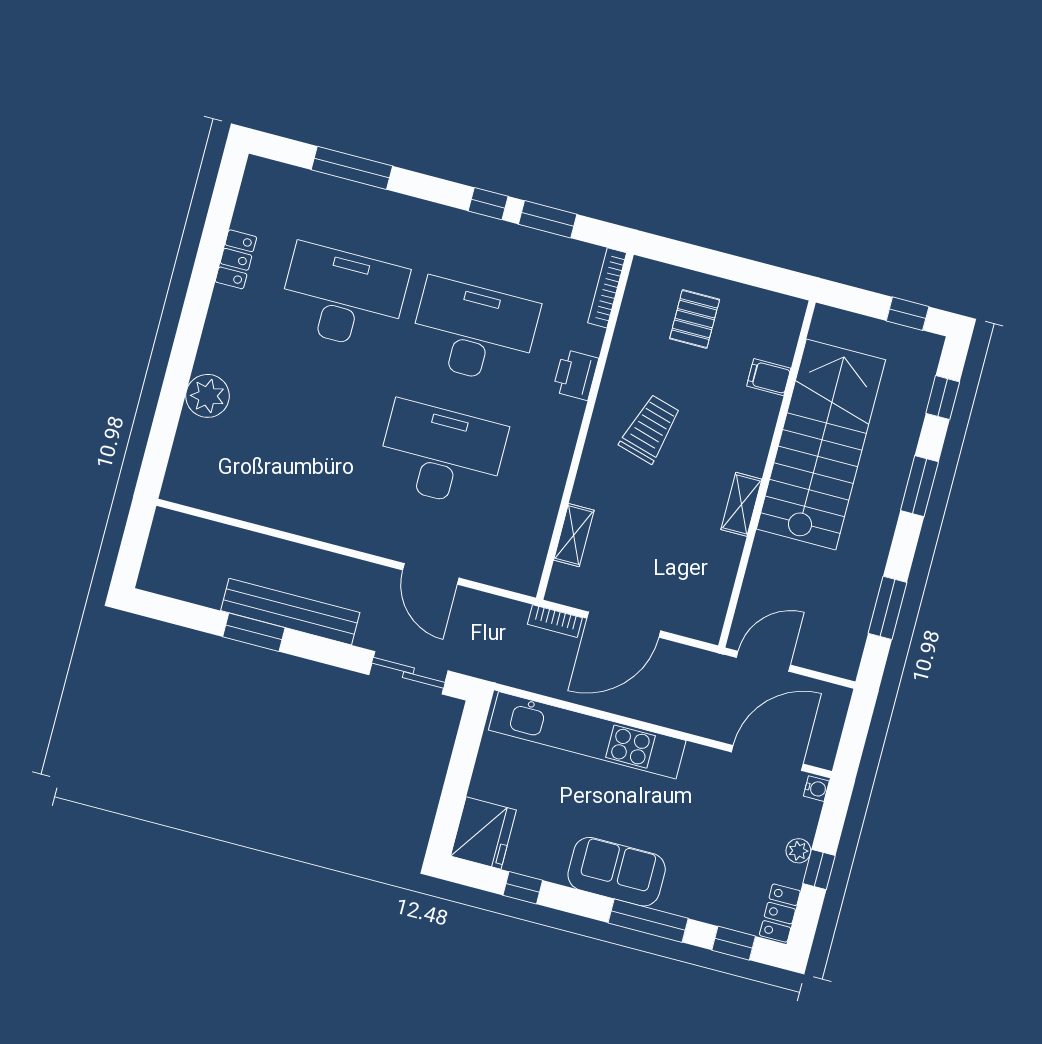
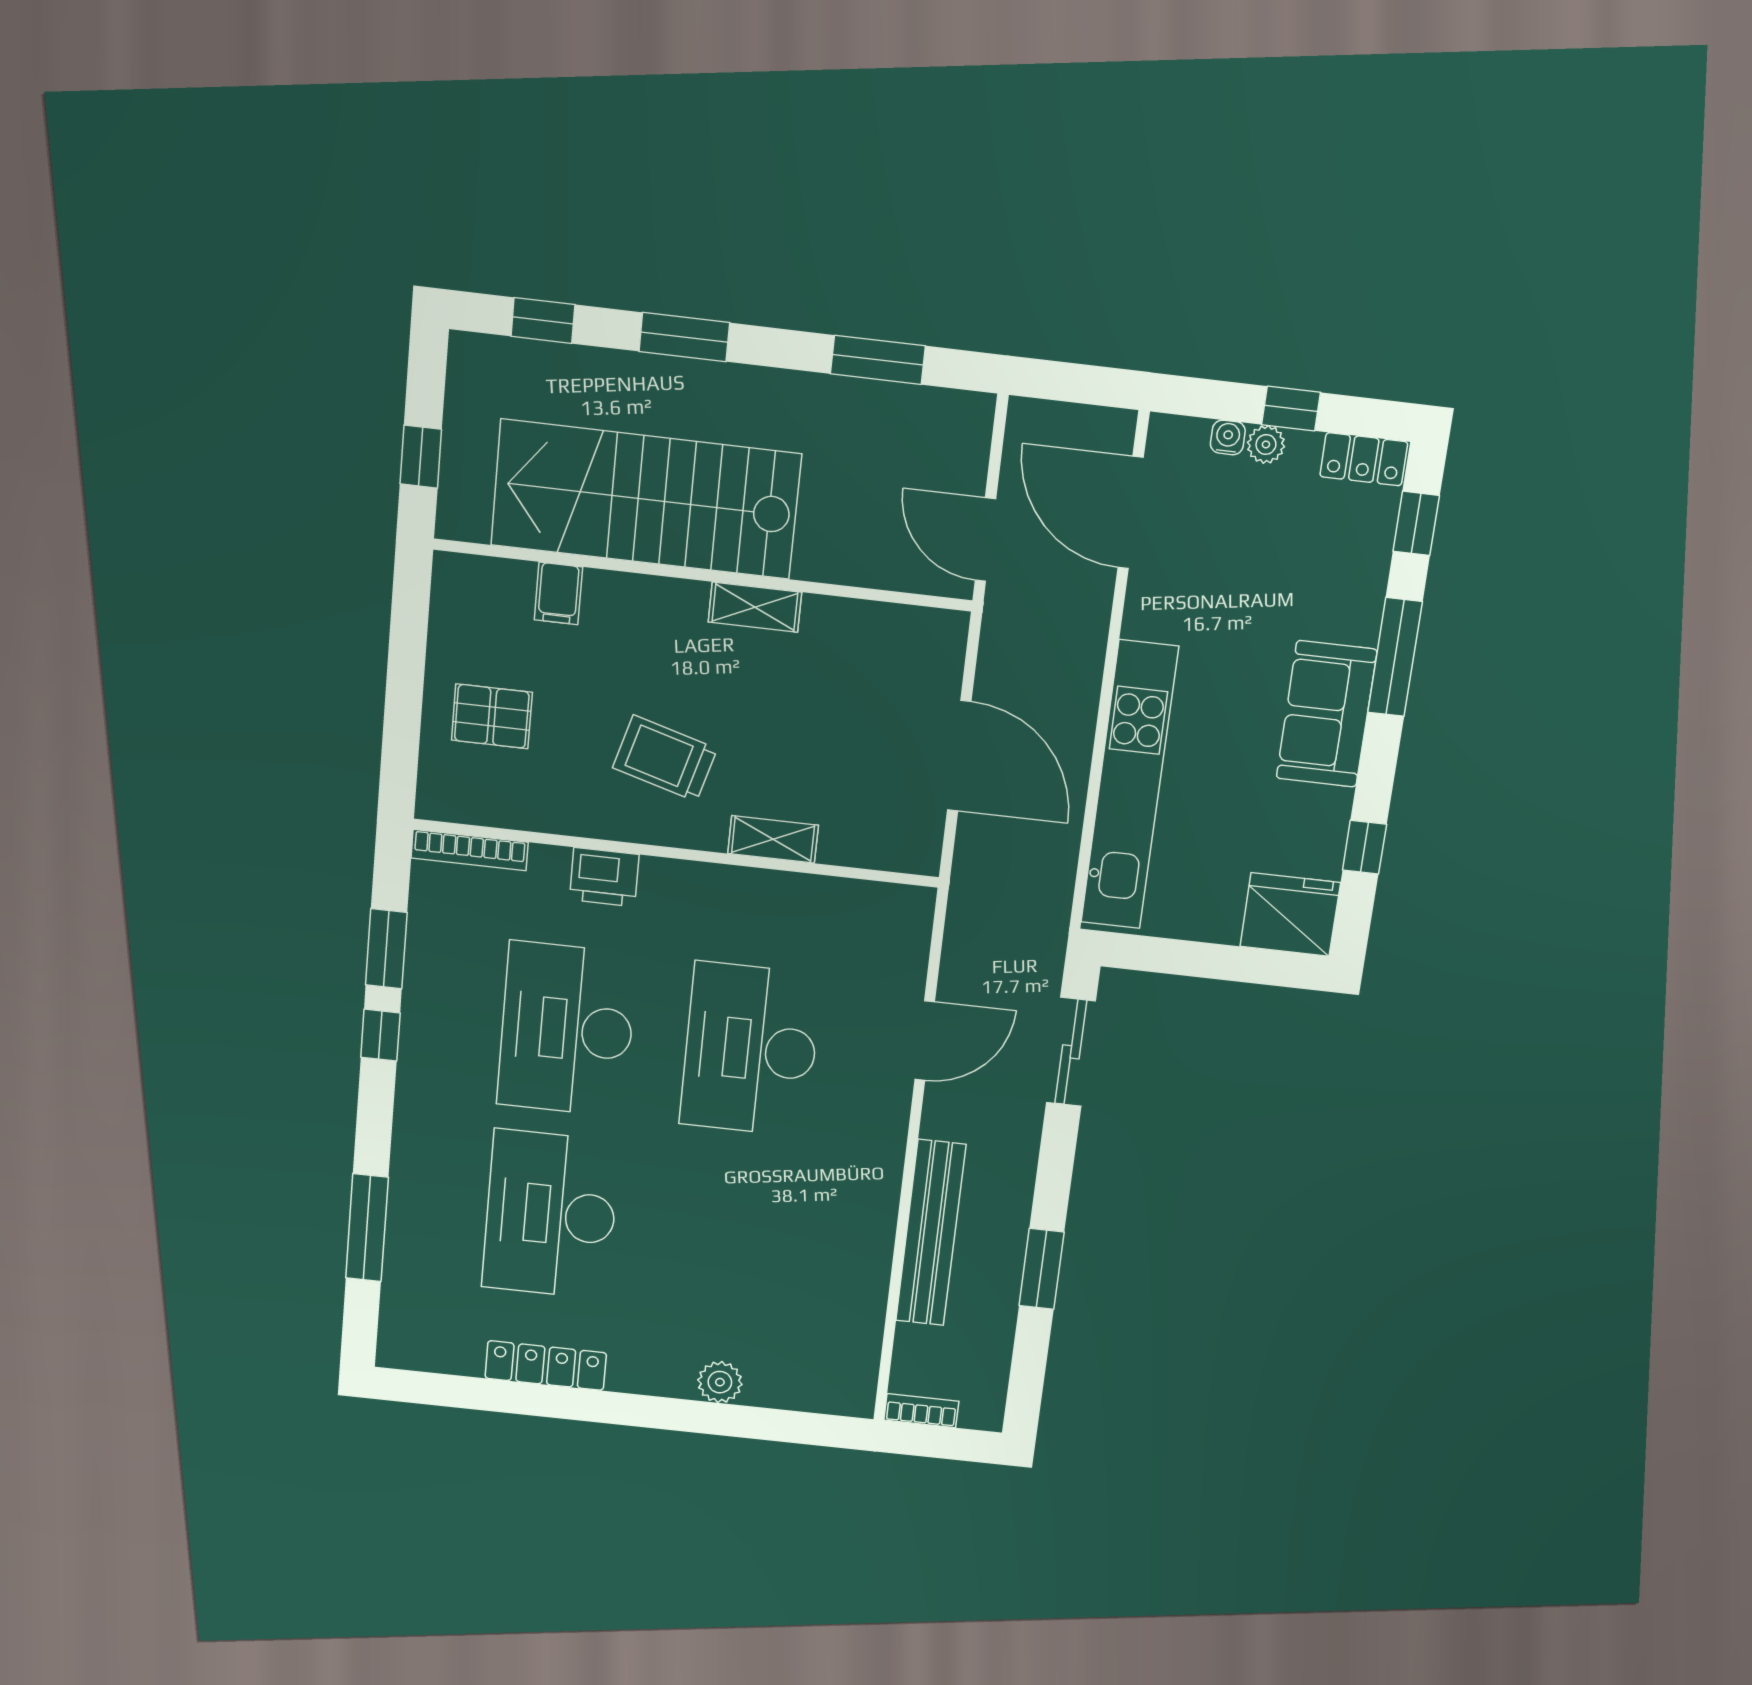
locker: (236, 259) -> (546, 1365), width x1.53
window: (908, 314) -> (421, 457), moved
plant: (207, 396) -> (720, 1382), width x0.73, depth x0.73
shelving: (574, 535) -> (773, 839), moved
bench: (290, 612) -> (931, 1233), moved
bookcase: (555, 621) -> (921, 1411), moved, turned -90
water cooler: (816, 789) -> (1228, 437), moved

